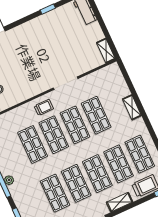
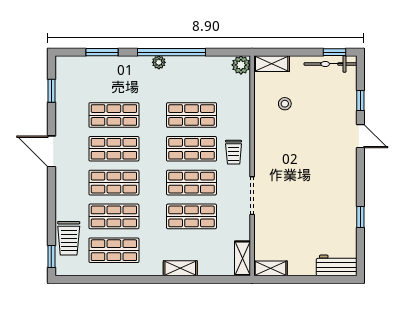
shelving: (120, 202) -> (242, 258), moved

